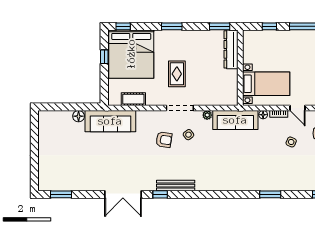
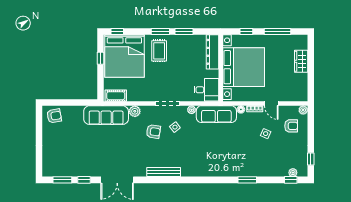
window: (220, 26) -> (184, 31), moved
rug: (177, 74) -> (159, 51), moved
bed with nightstands: (266, 84) -> (244, 67), width x1.85
desk: (224, 92) -> (206, 90), added
cot: (133, 99) -> (116, 96), moved
floor lamp: (79, 116) -> (78, 111), removed
plant: (143, 117) -> (135, 111), added
armchair: (52, 122) -> (54, 116), added
window: (160, 194) -> (84, 180), moved

